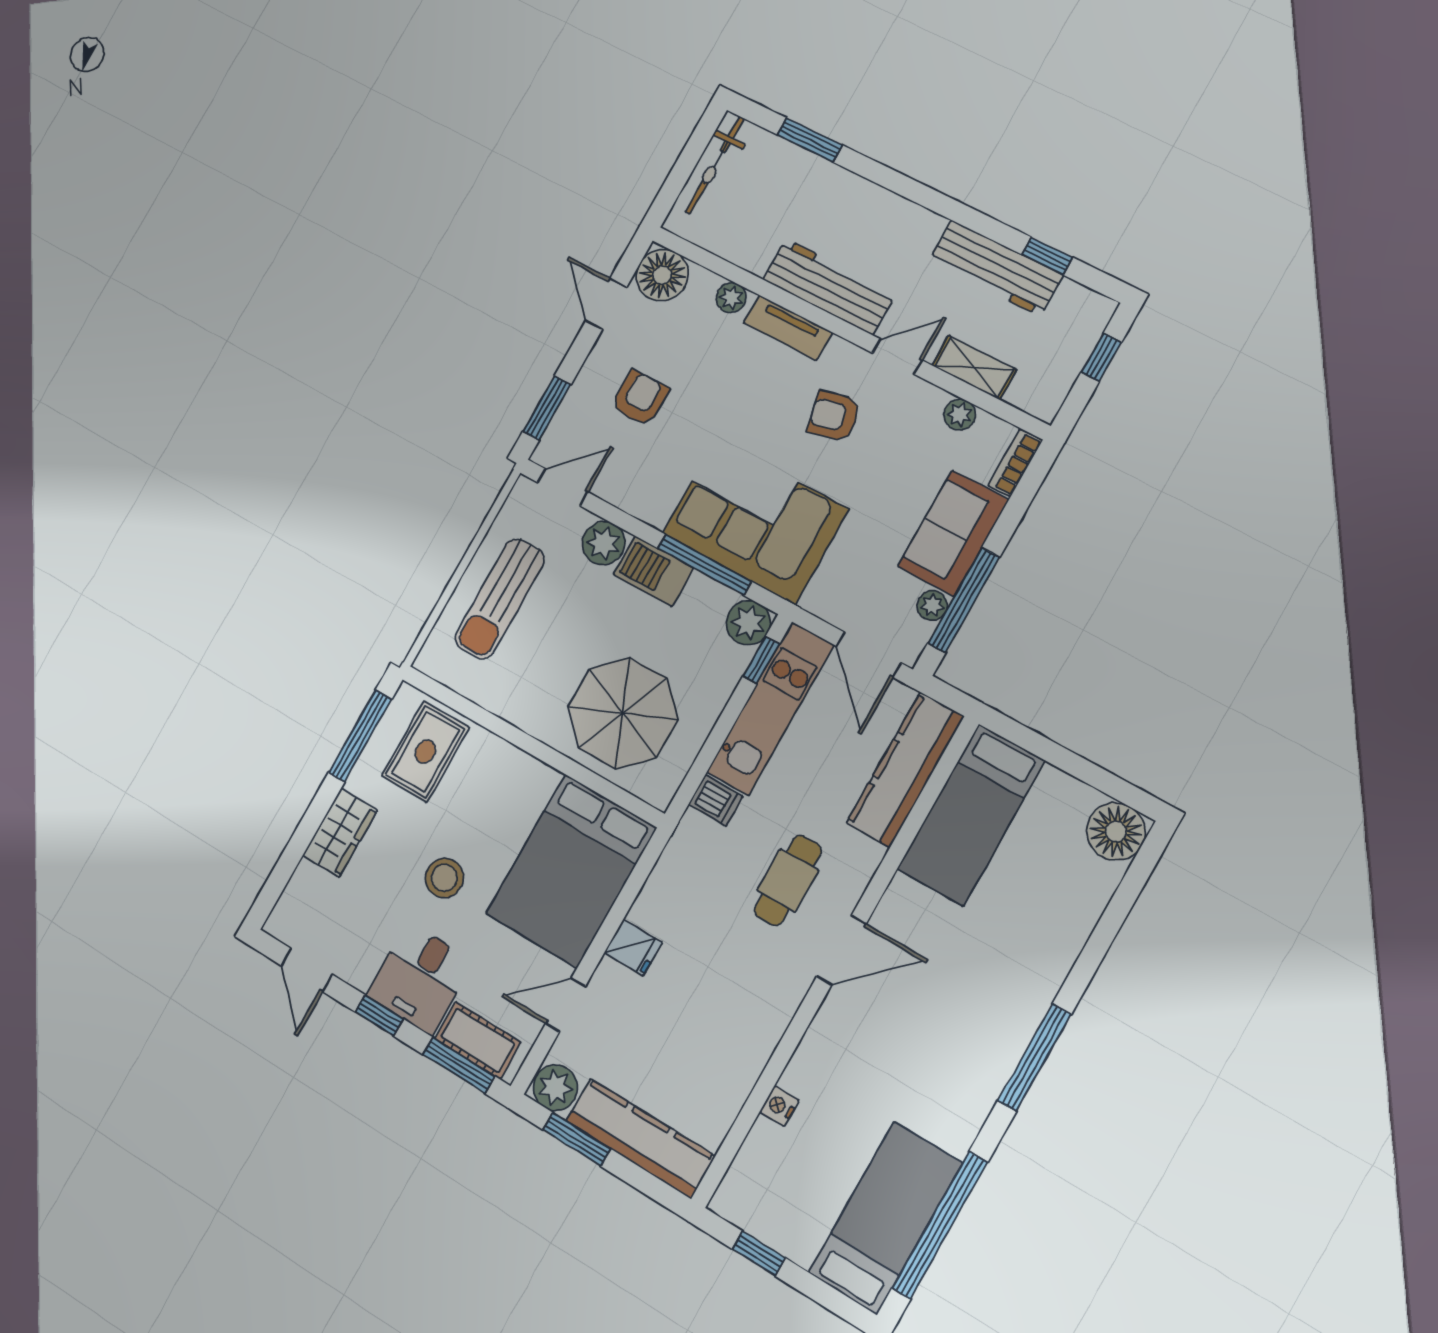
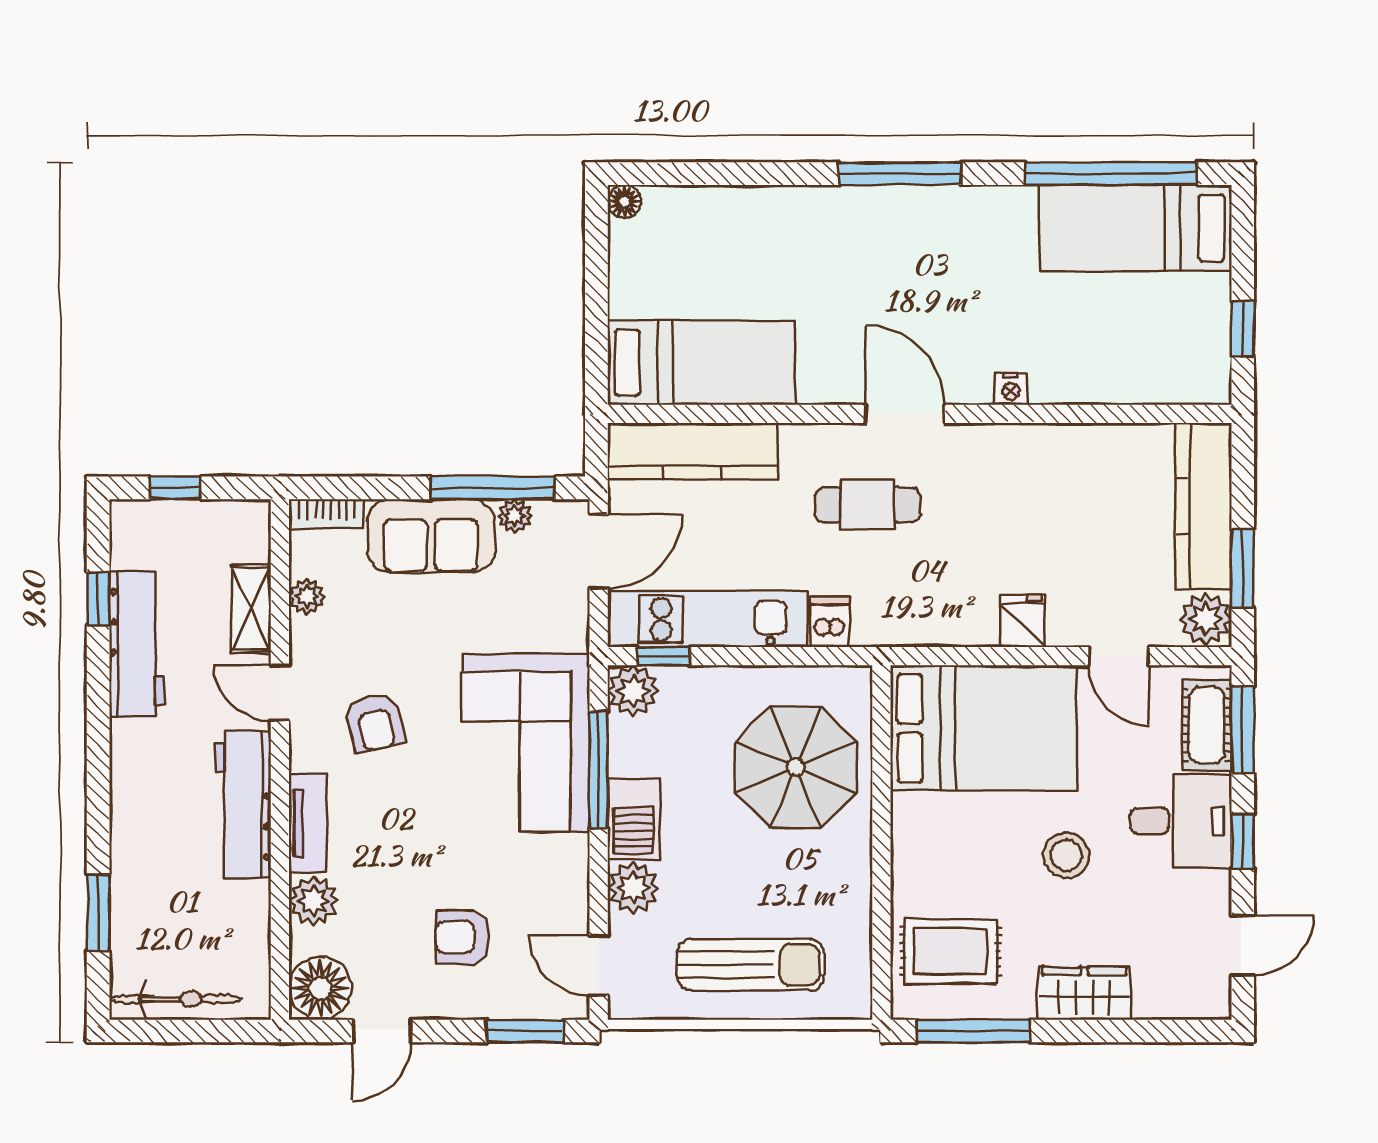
plant: (731, 298) -> (314, 901), width x1.38, depth x1.38
floor lamp: (1116, 832) -> (624, 202), width x0.53, depth x0.53
nightstand: (779, 1106) -> (1011, 389), moved

